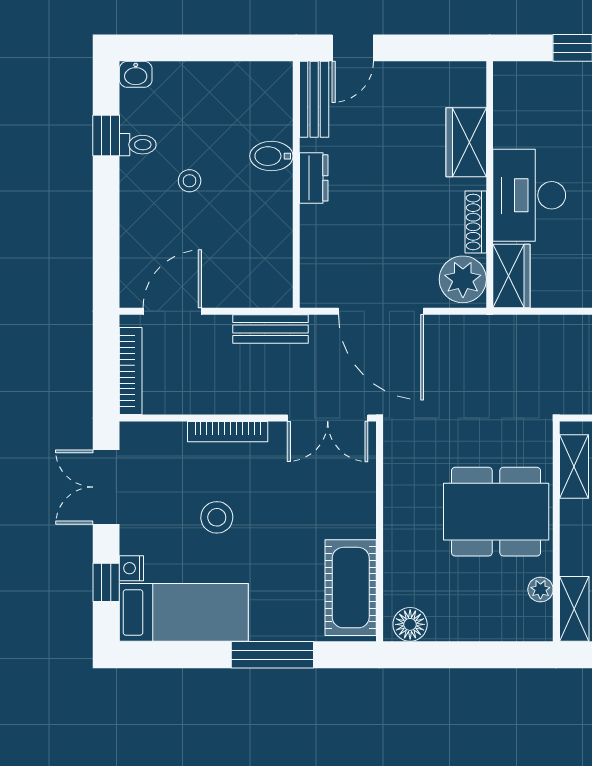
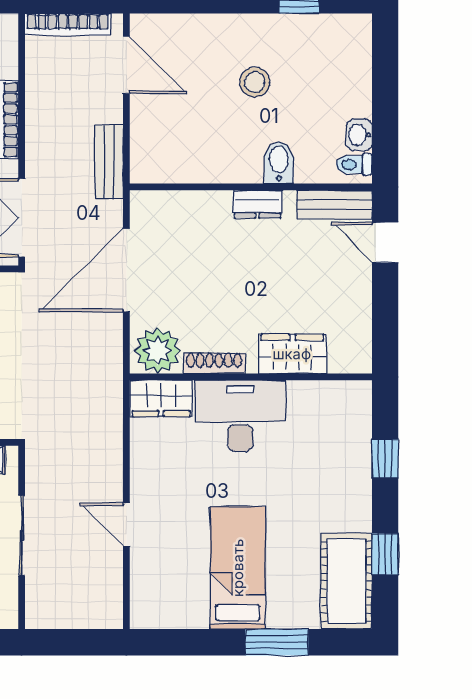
washbasin: (136, 74) -> (359, 135), moved
toilet: (138, 145) -> (354, 164), moved, turned 90
stool: (190, 181) -> (255, 82), width x1.37, depth x1.37

